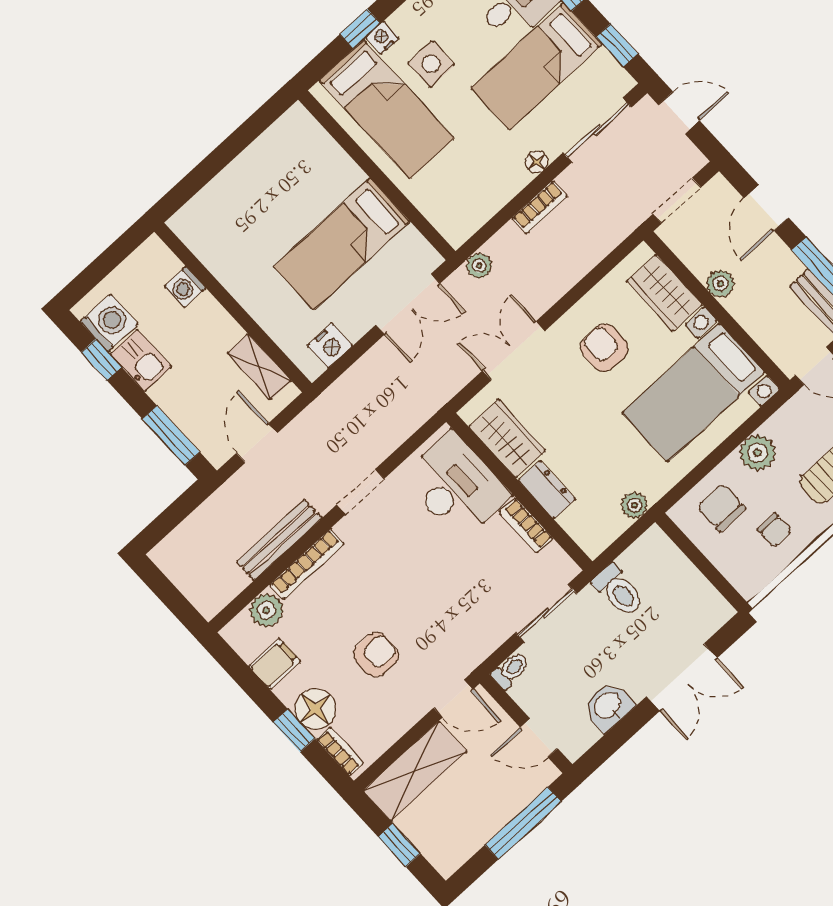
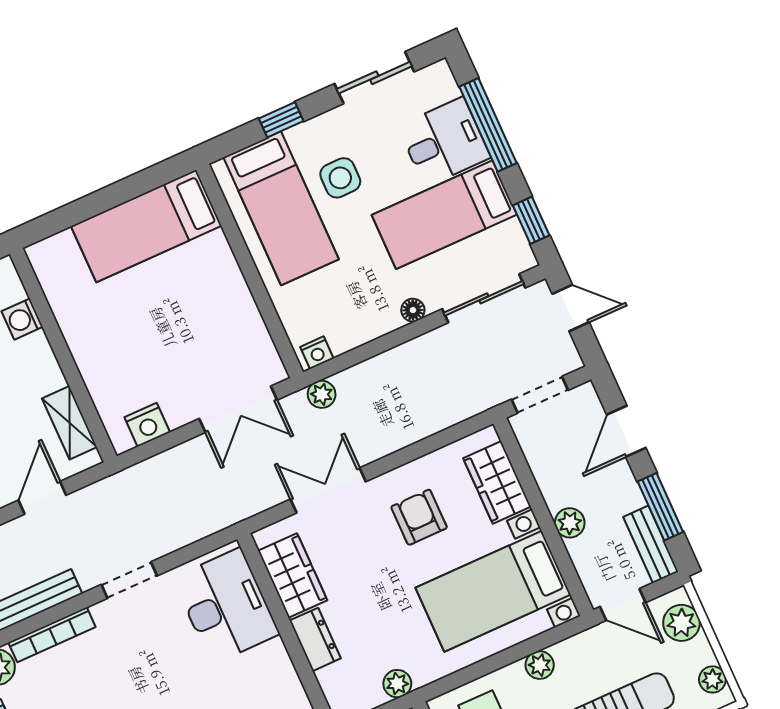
nightstand: (382, 38) -> (317, 353), moved, turned 180
bookcase: (540, 207) -> (401, 356), removed
bed: (342, 244) -> (146, 226), moved
plant: (720, 284) -> (570, 523), moved
plant: (758, 453) -> (540, 665), width x0.73, depth x0.73
bookcase: (526, 525) -> (283, 668), removed

